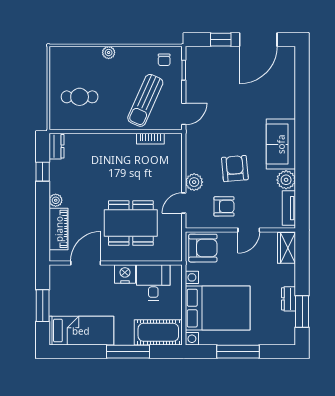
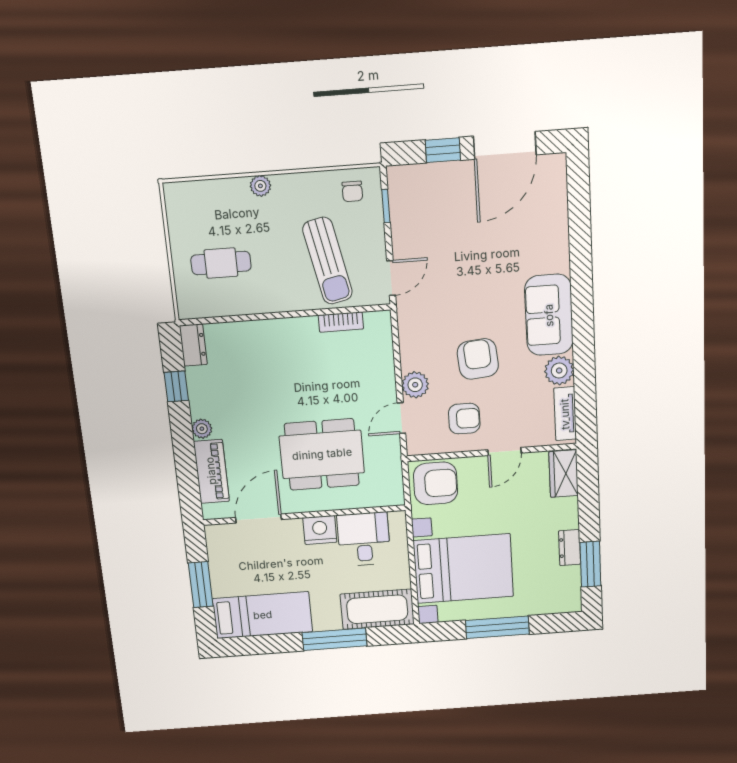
sun lounger: (145, 100) -> (328, 261), turned -36

